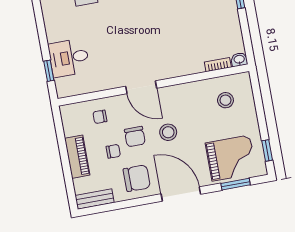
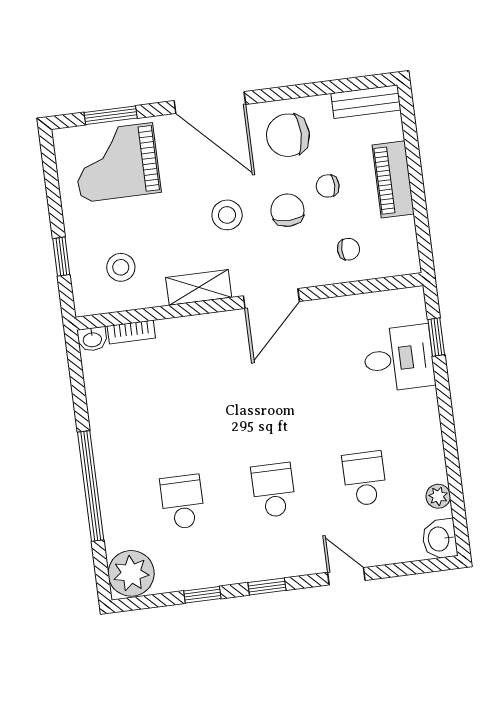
door: (141, 87) -> (271, 299), swing flipped
shelving: (182, 91) -> (199, 287), added
window: (267, 150) -> (61, 257), moved

